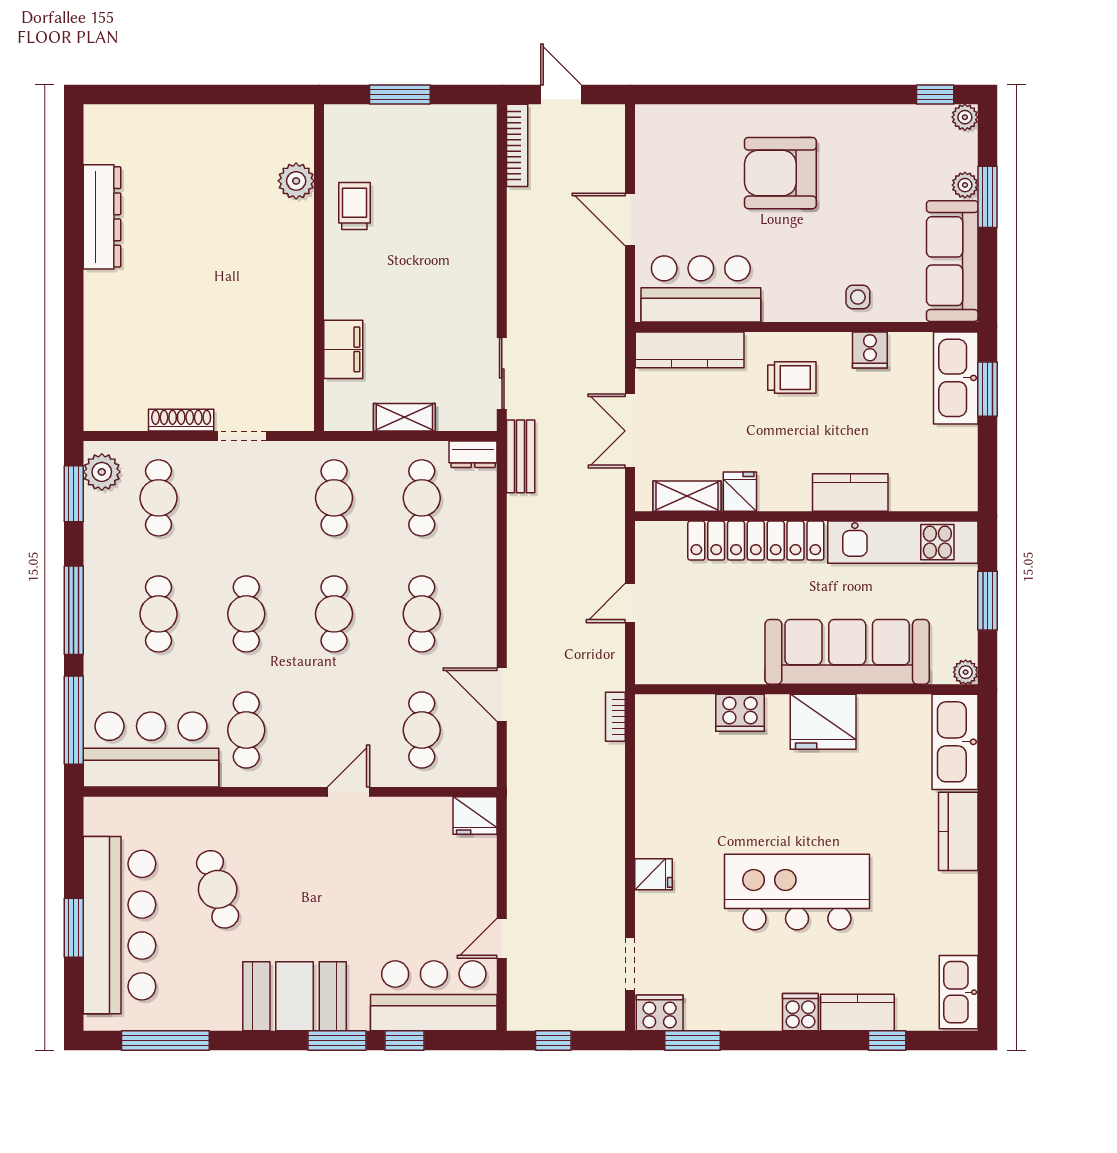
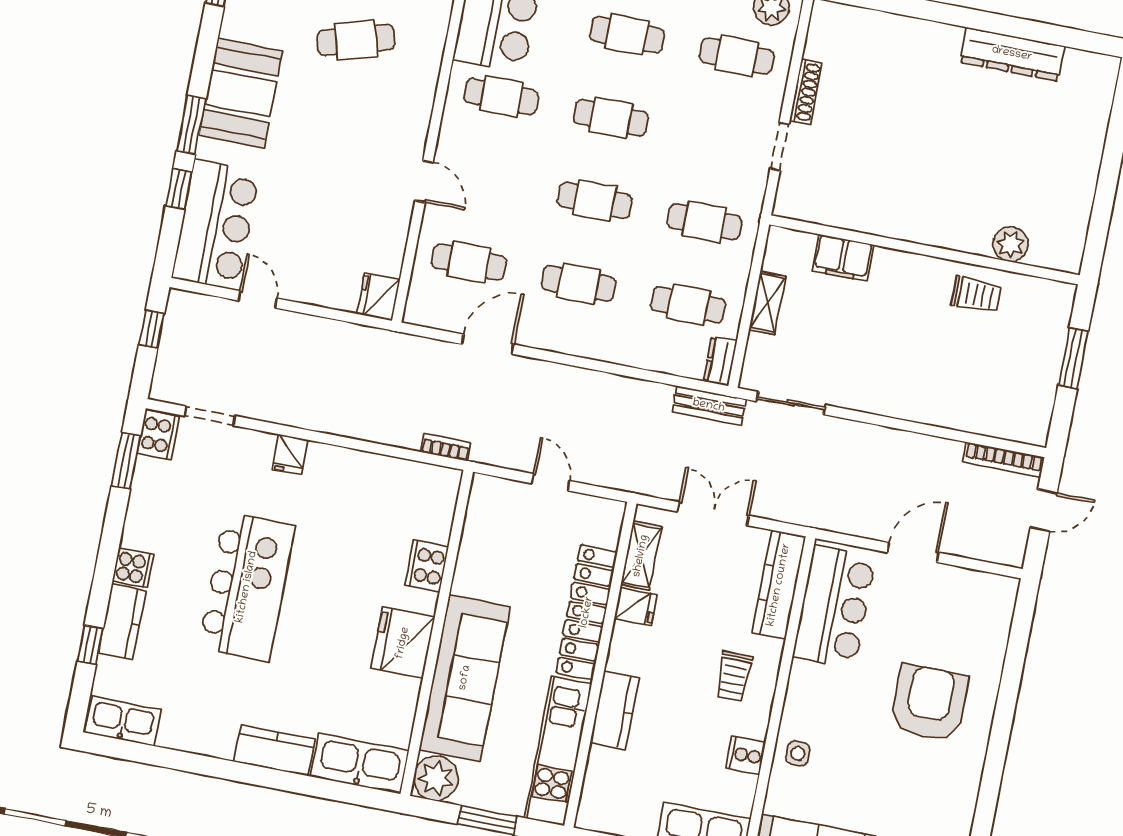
plant: (966, 672) -> (436, 778), width x1.87, depth x1.87

